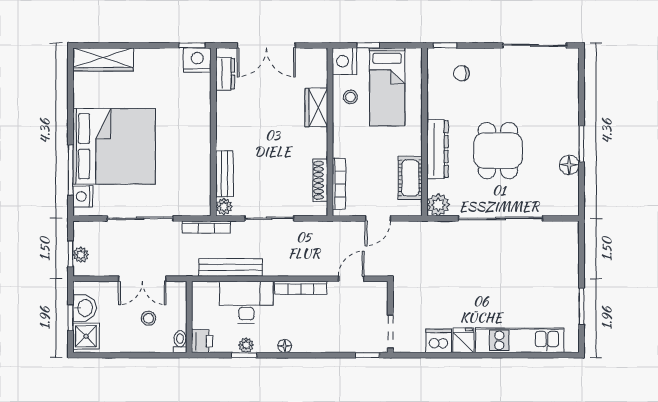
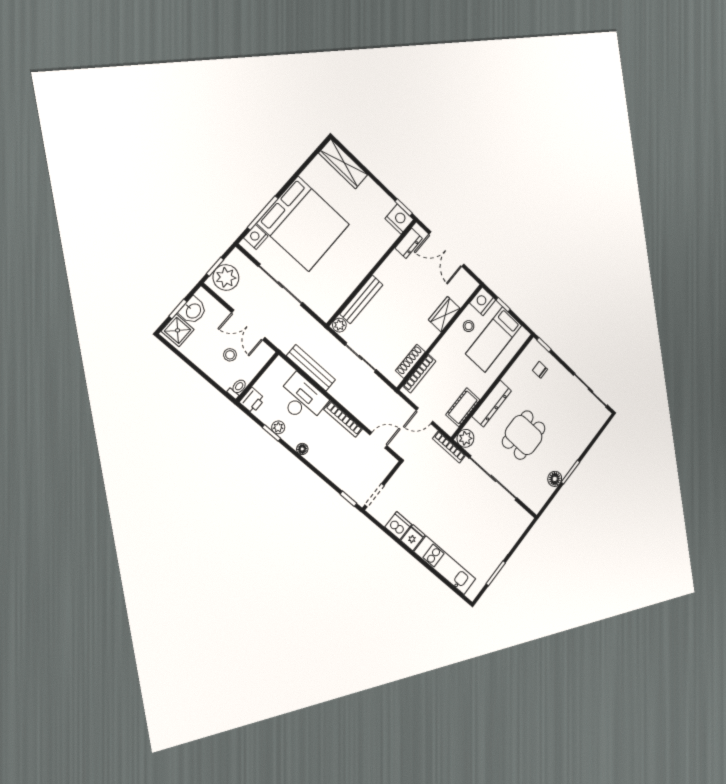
bench: (225, 174) -> (361, 299), width x1.36
bookcase: (206, 227) -> (449, 447), moved
plant: (81, 255) -> (226, 277), width x1.87, depth x1.87

